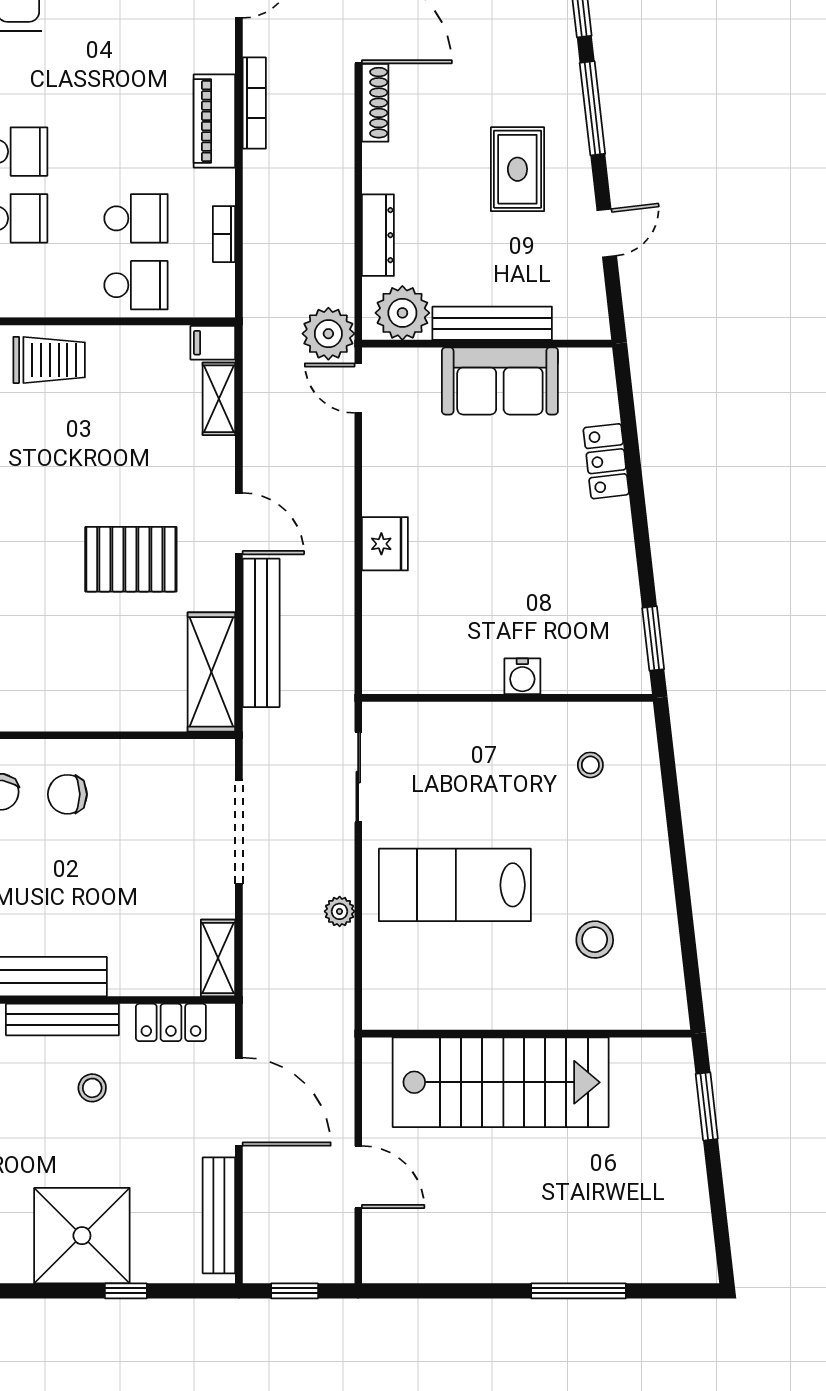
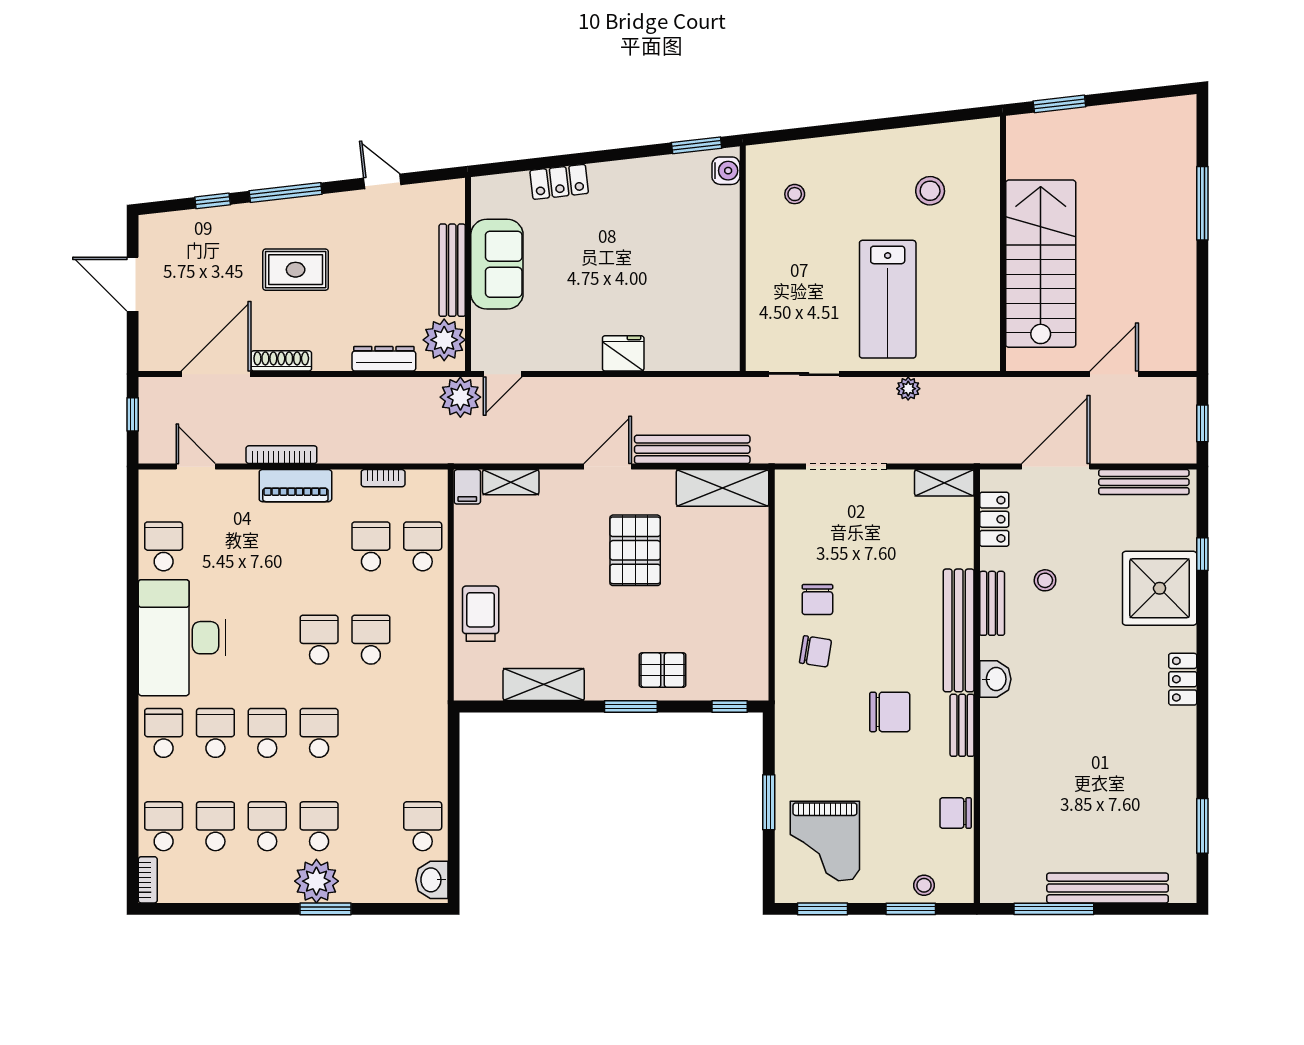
rug: (517, 169) -> (296, 270), moved
water cooler: (522, 676) -> (726, 171), moved
bench: (62, 1020) -> (992, 603), width x0.73

